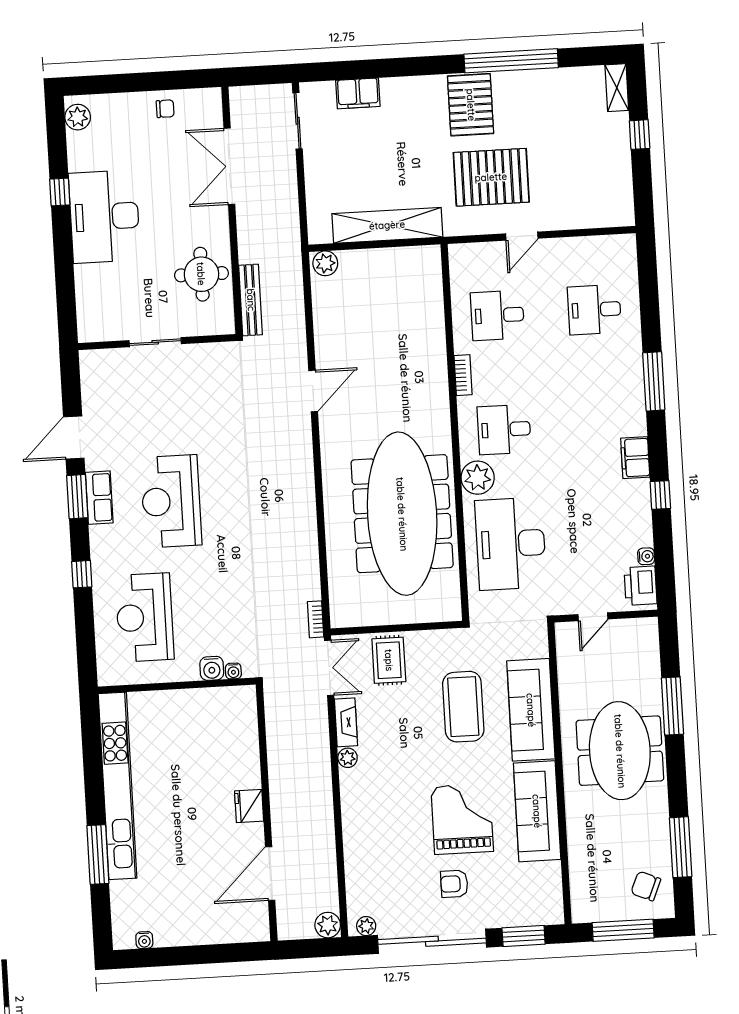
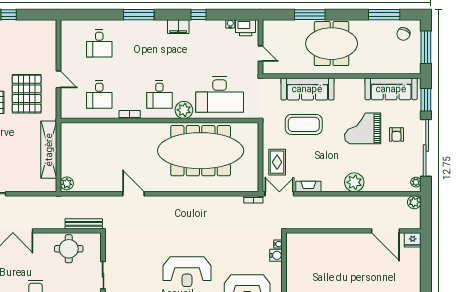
rug: (389, 660) -> (277, 162), turned 90
plant: (348, 758) -> (354, 182), moved, width x1.88, depth x1.88
fridge: (249, 806) -> (413, 240), moved
sofa: (537, 811) -> (391, 89), moved

